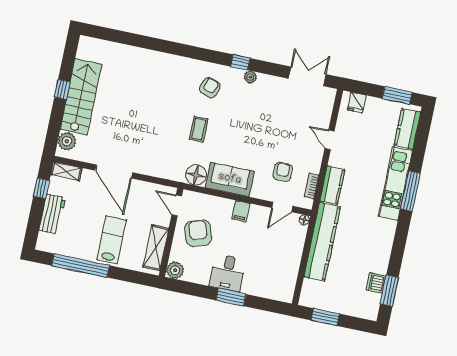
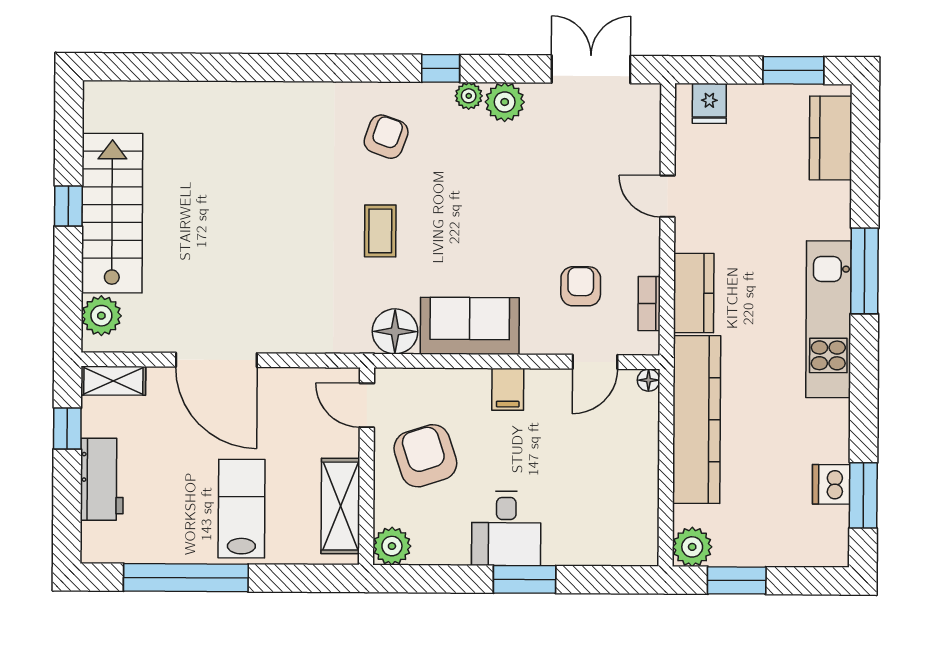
plant: (266, 83) -> (505, 102), added
kitchen unit: (395, 183) -> (828, 319), moved
plant: (308, 298) -> (692, 547), added

